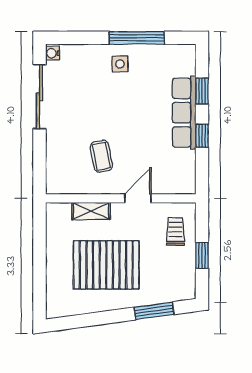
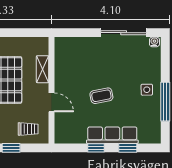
coffee table: (101, 156) -> (101, 96), moved

